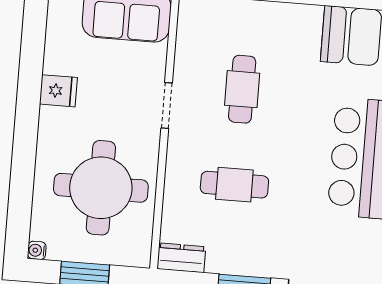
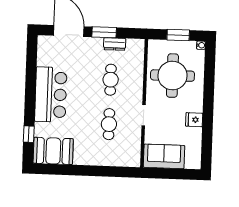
cafe table: (234, 185) -> (111, 80), turned 90
dresser: (181, 258) -> (115, 44), moved

